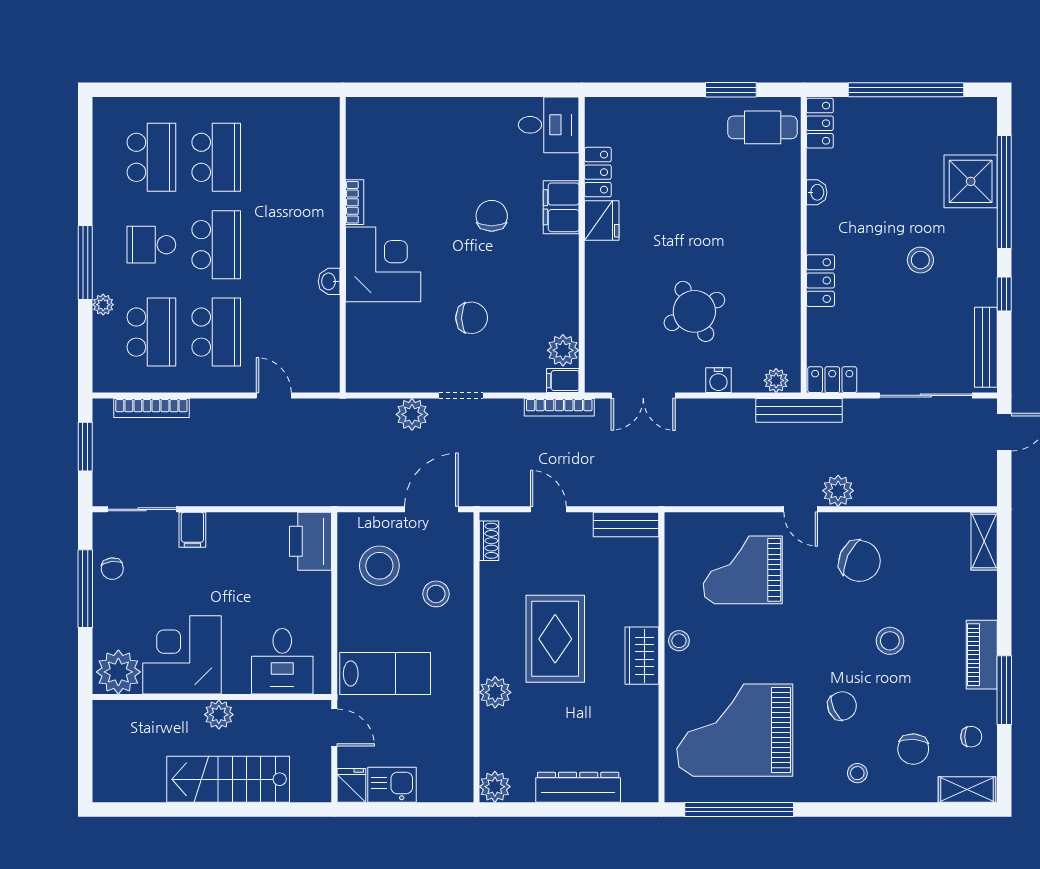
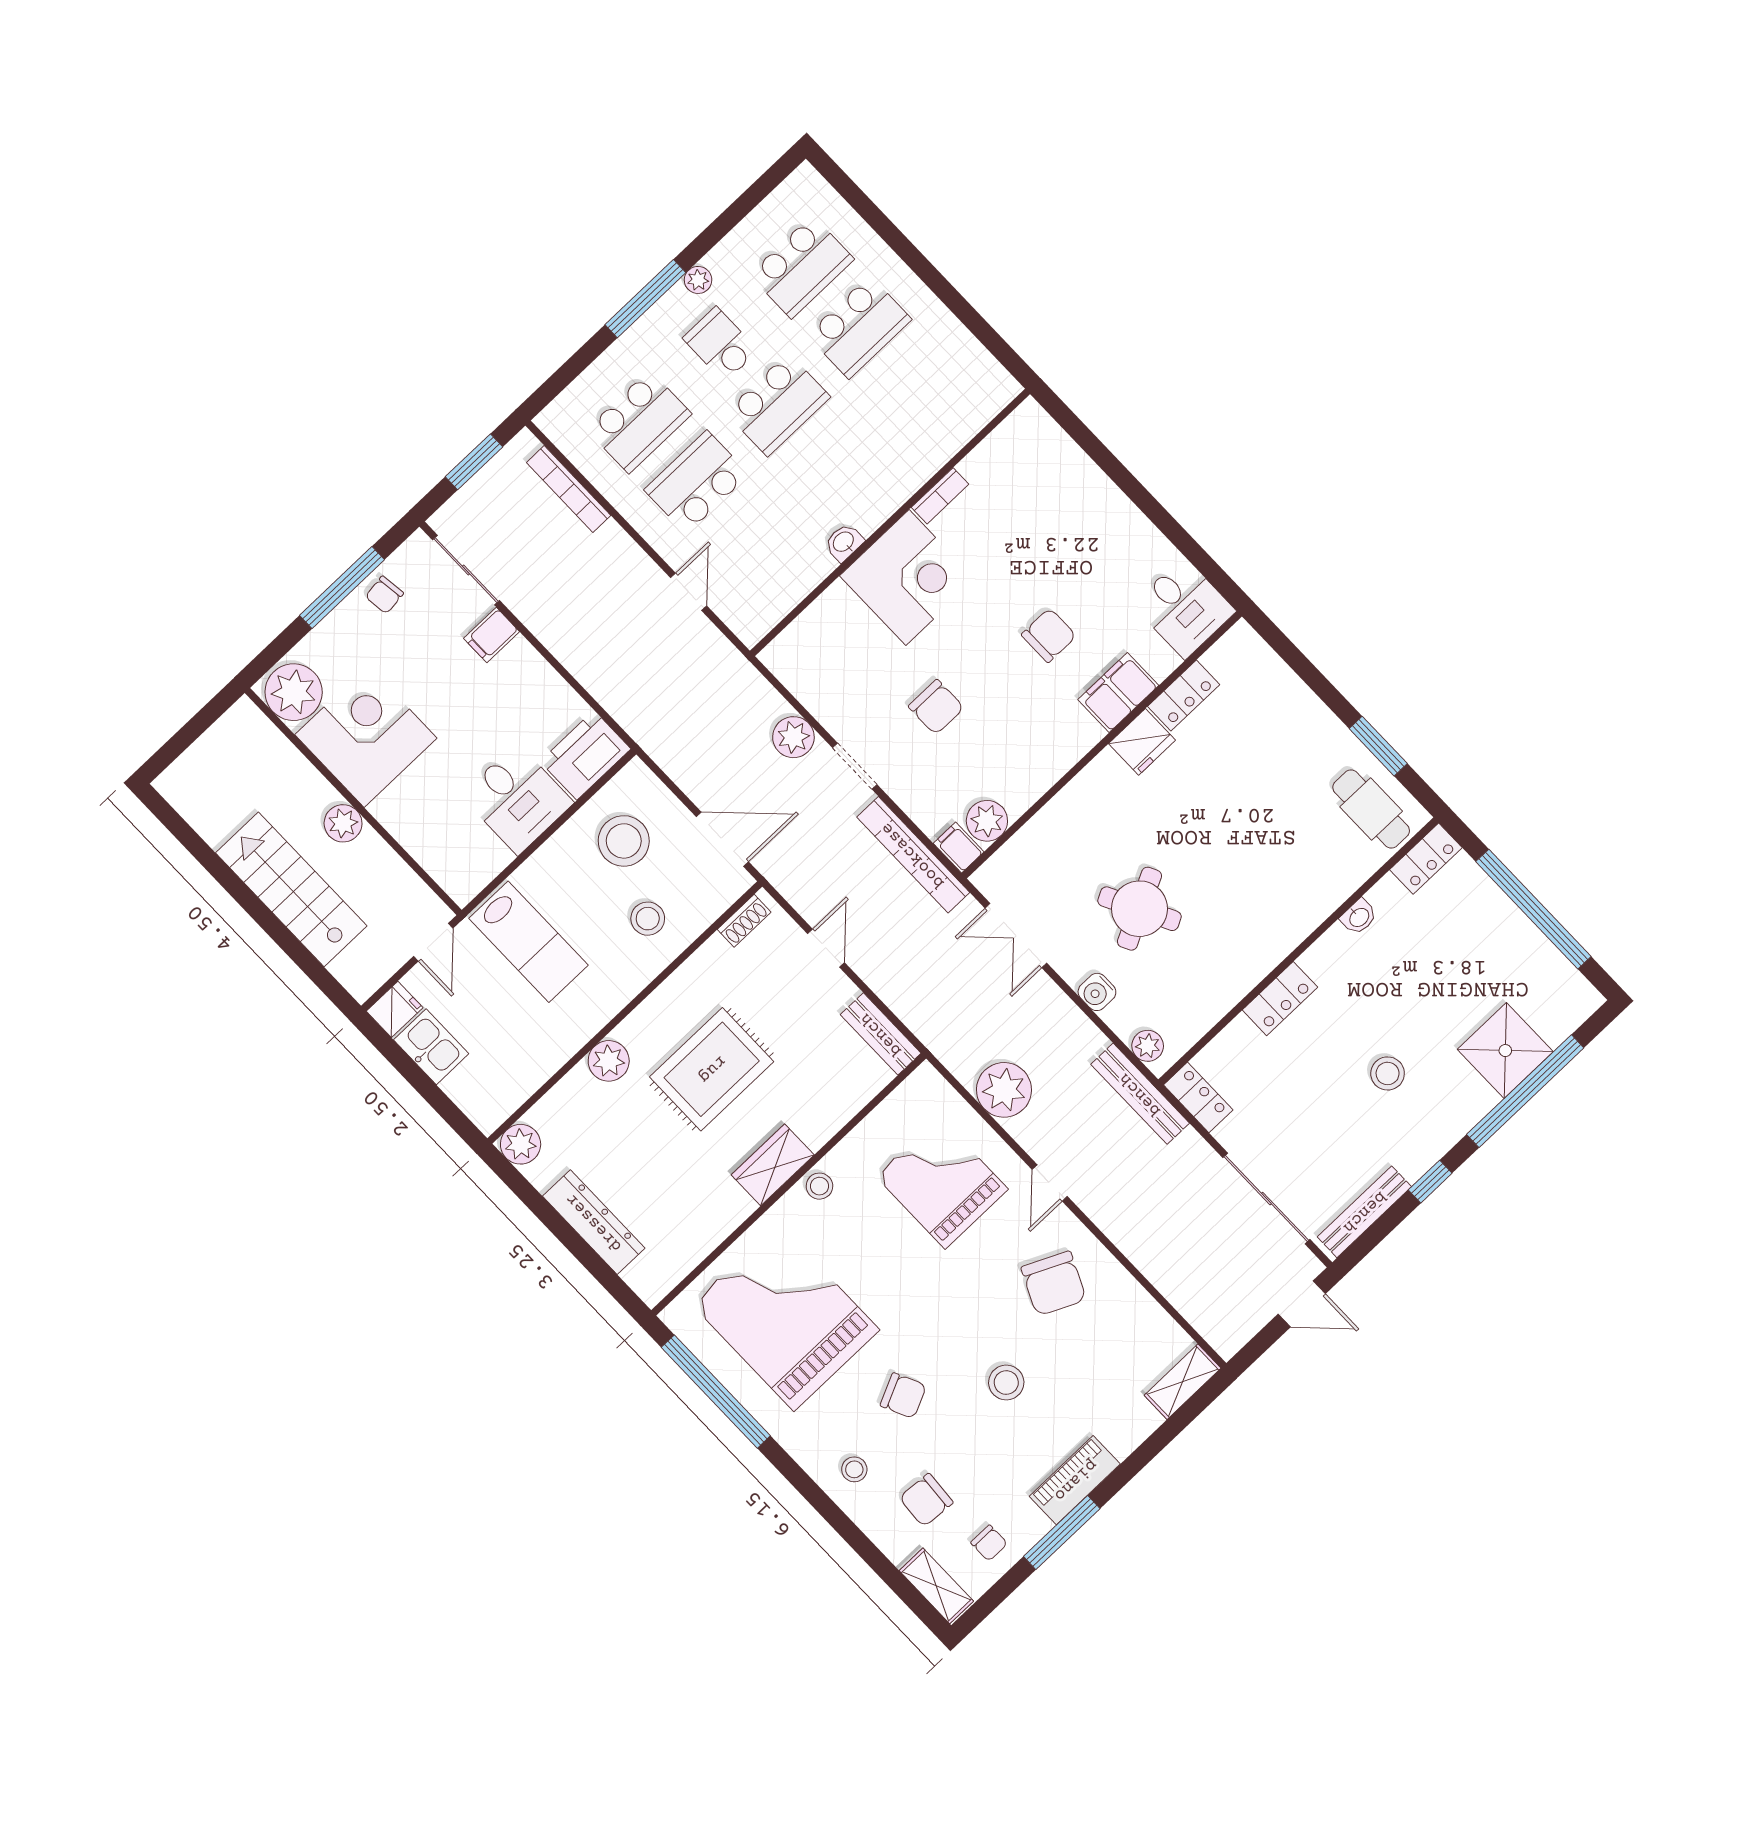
plant: (103, 305) -> (698, 280), moved
school desk: (216, 332) -> (697, 482), turned 180
bookcase: (559, 407) -> (913, 855), width x1.48, depth x1.31
plant: (838, 491) -> (1004, 1090), moved, width x1.36, depth x1.36
desk: (282, 661) -> (517, 799), moved, turned -90

